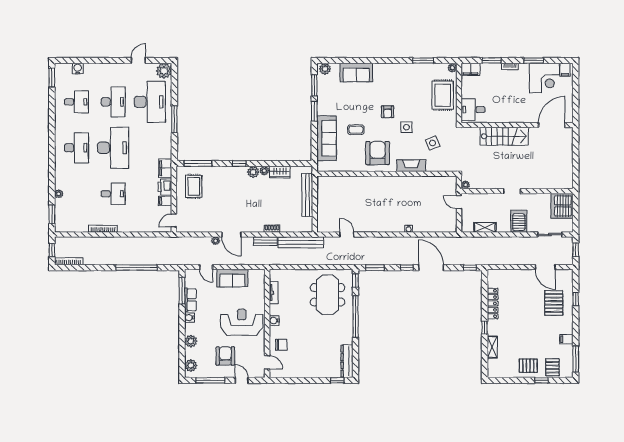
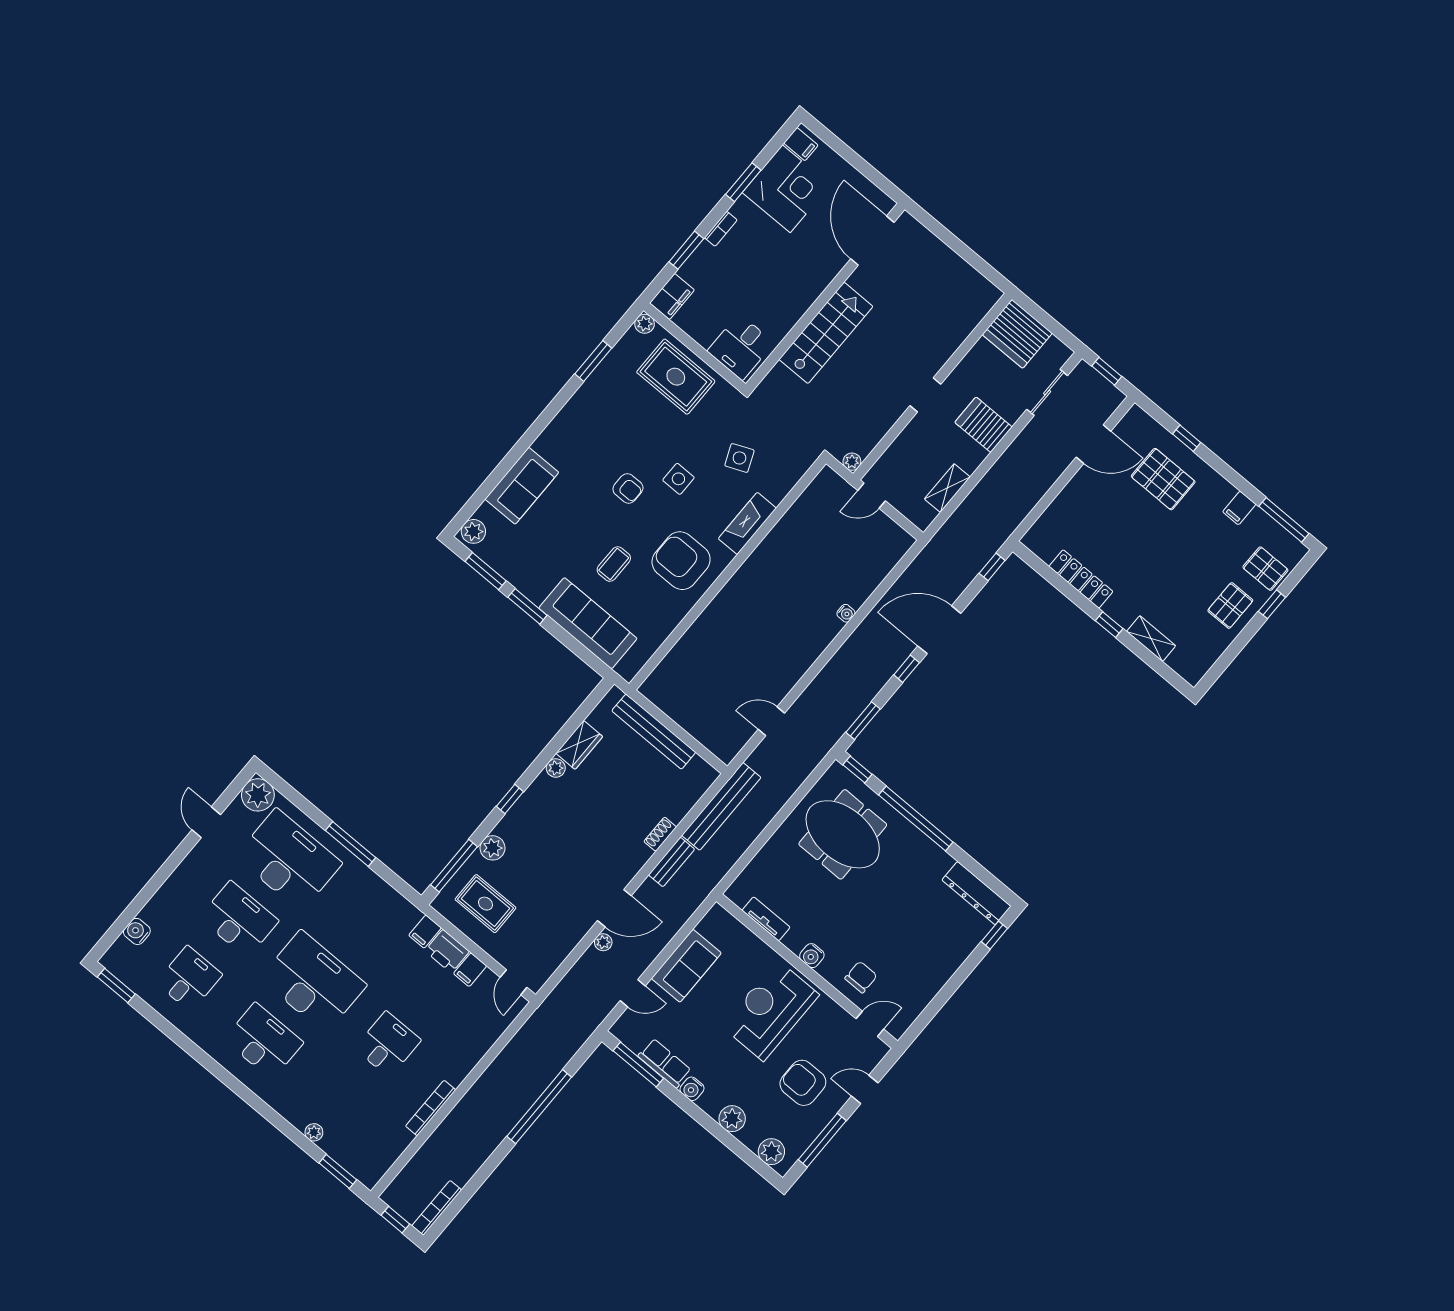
filing cabinet: (165, 168) -> (425, 932), width x0.50
plant: (253, 172) -> (493, 848), moved

